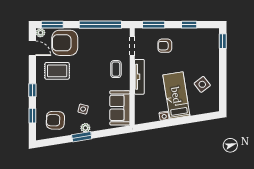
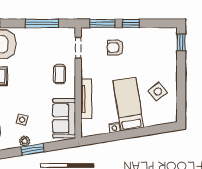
window: (100, 25) -> (42, 23), width x0.68
window: (189, 25) -> (131, 23), moved
tv unit: (139, 77) -> (86, 99), moved
window: (82, 137) -> (33, 149), moved

